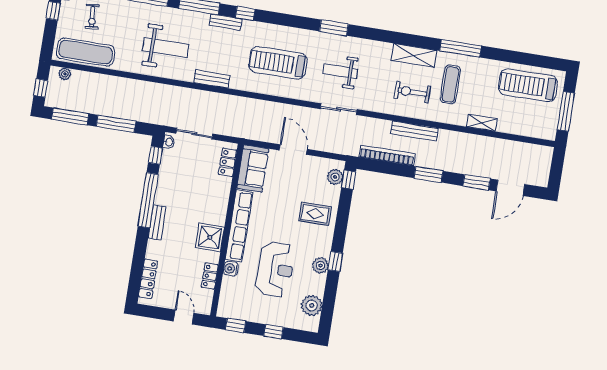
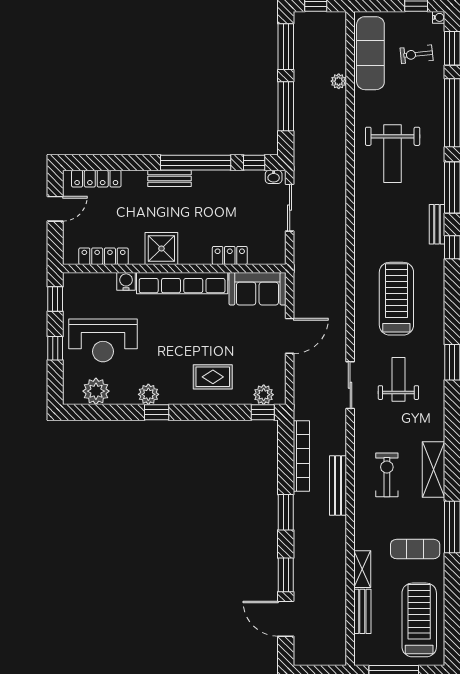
plant: (65, 74) -> (339, 81), moved
bench: (212, 79) -> (362, 611), moved
exercise mat: (450, 84) -> (415, 549), moved
locker: (228, 162) -> (230, 255), moved
rug: (315, 214) -> (213, 377), turned 90
reception desk: (275, 269) -> (103, 340), moved
locker: (210, 276) -> (104, 256), width x1.53
door: (184, 317) -> (55, 209), moved

